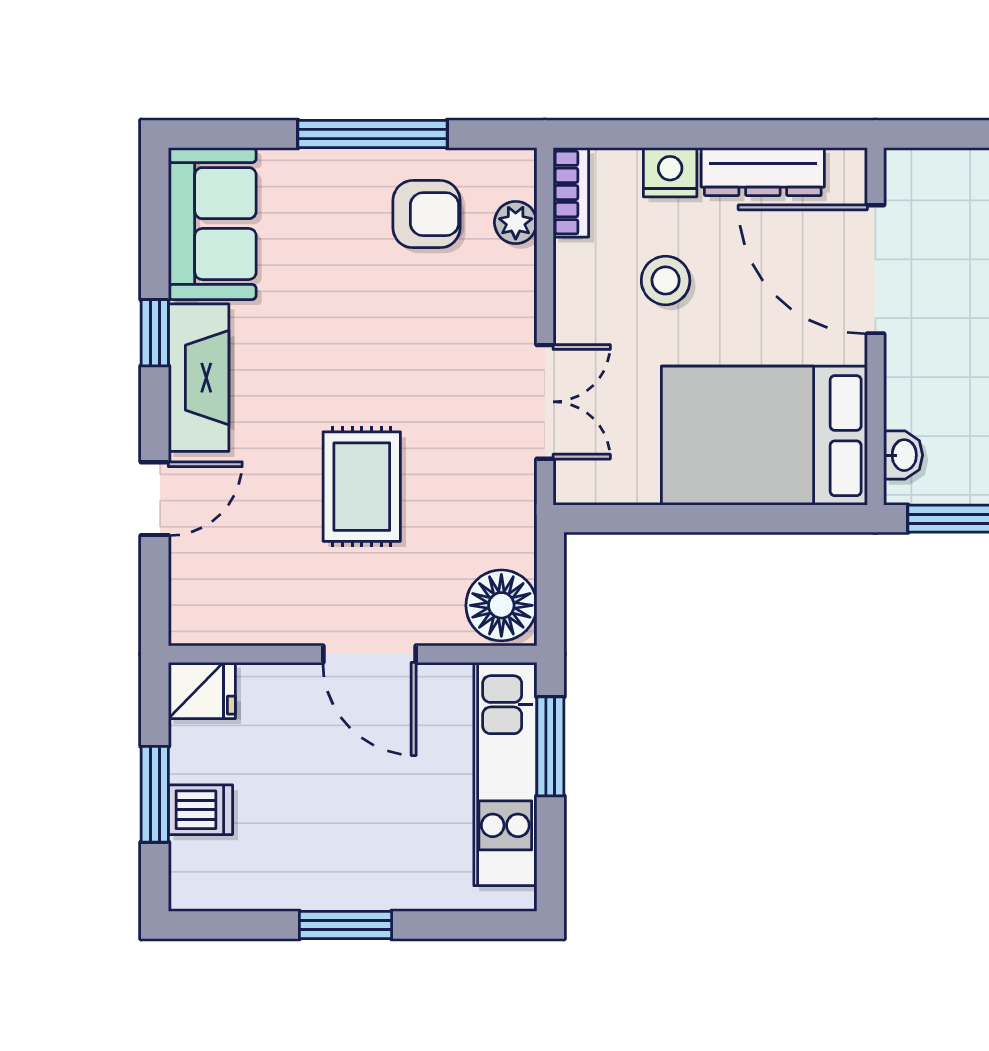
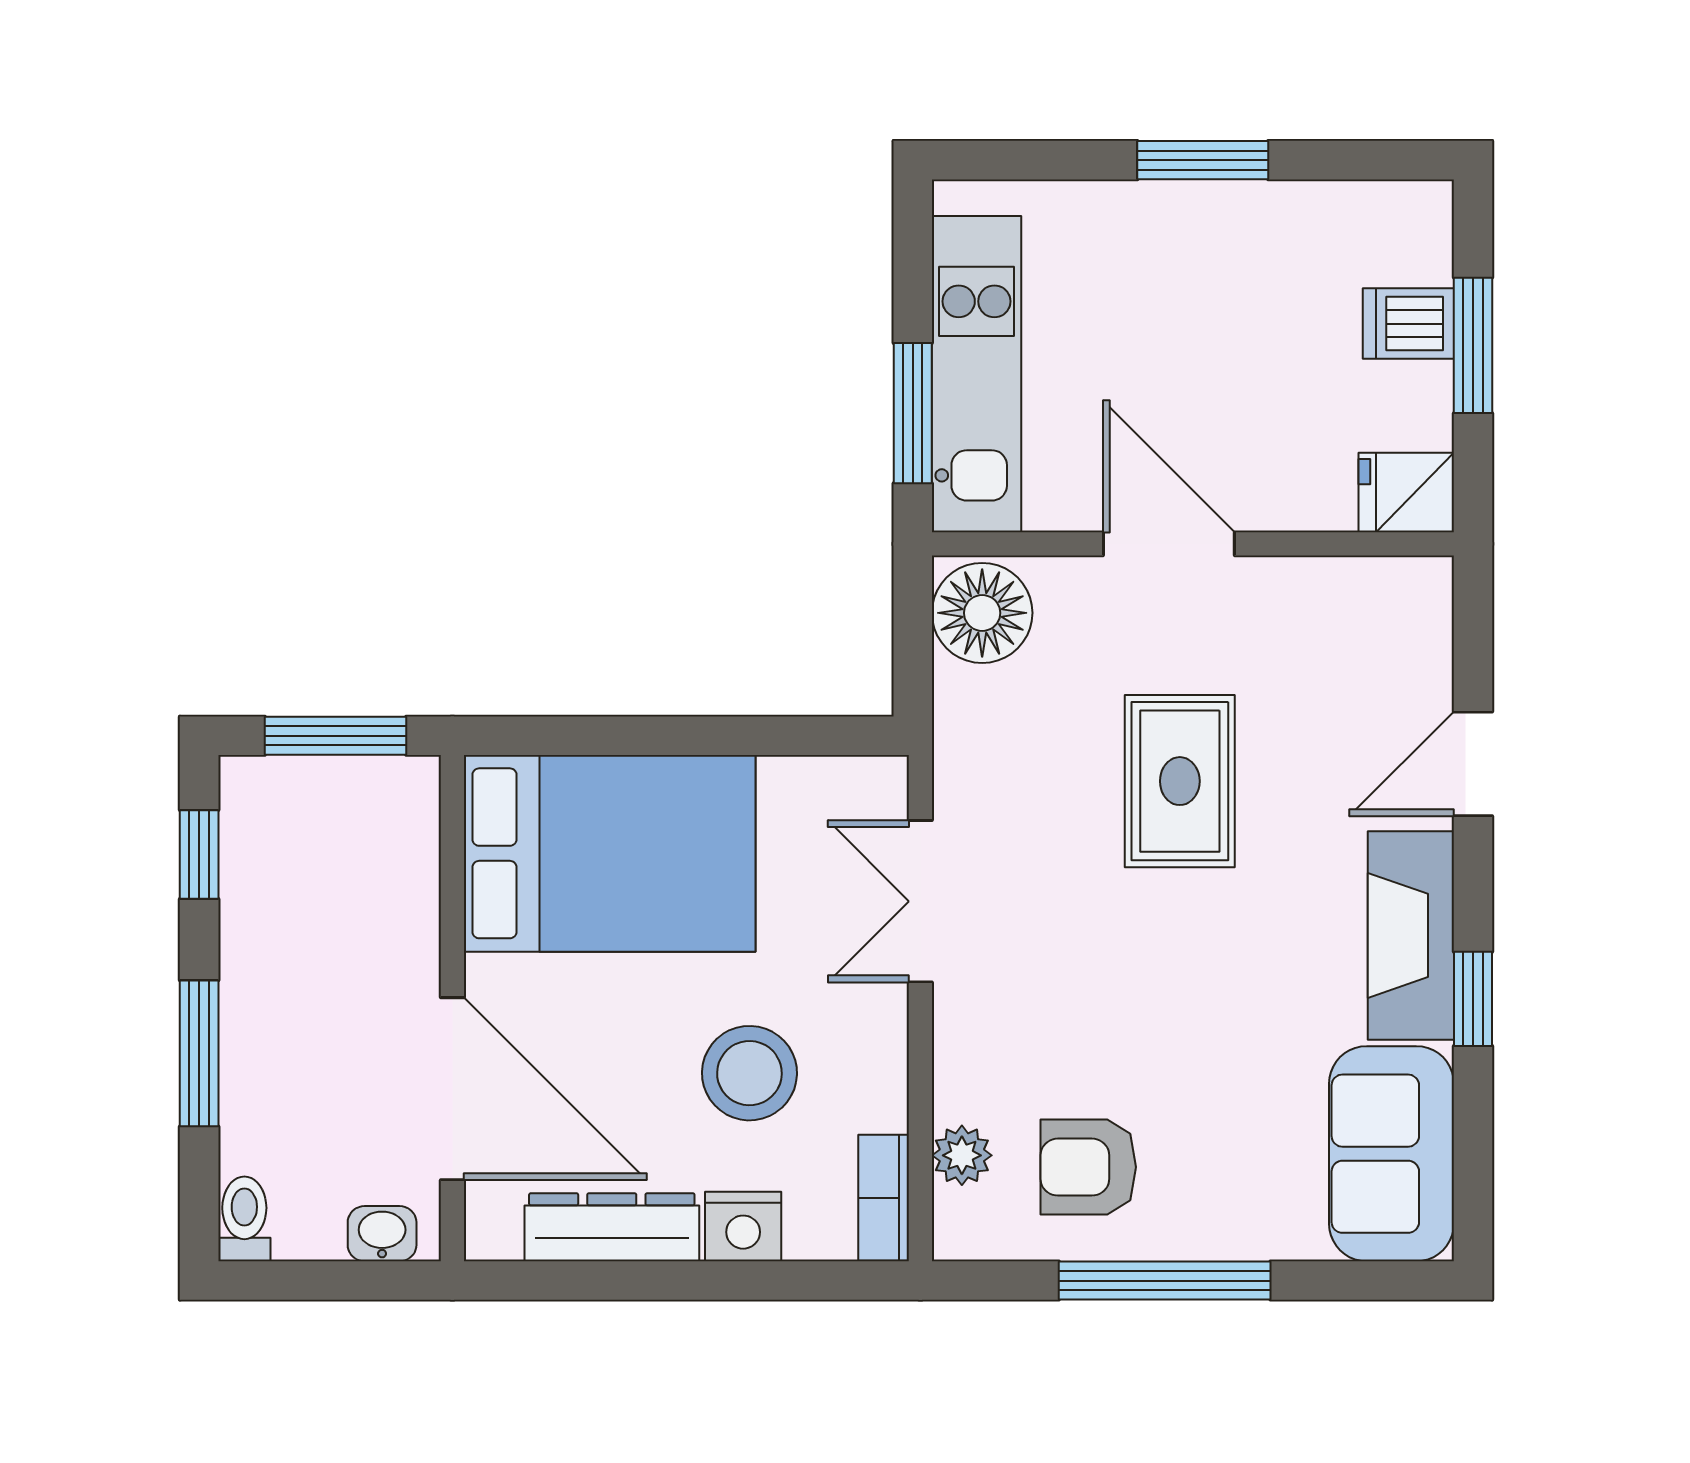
stool: (666, 280) -> (749, 1073), width x1.38, depth x1.38
washbasin: (903, 455) -> (382, 1234), moved, turned 90

